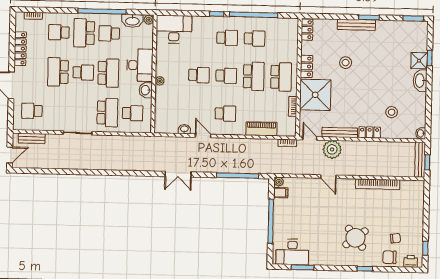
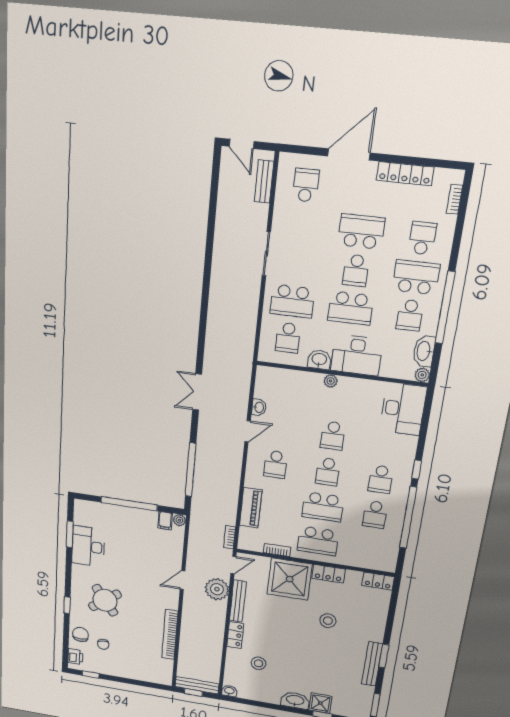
bench: (356, 25) -> (372, 664), moved
school desk: (109, 33) -> (410, 315), turned 180
desk: (292, 252) -> (88, 546), moved

